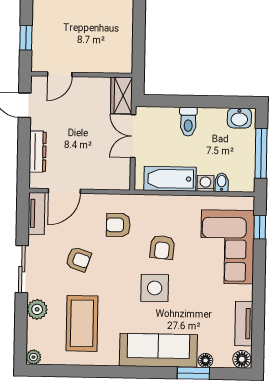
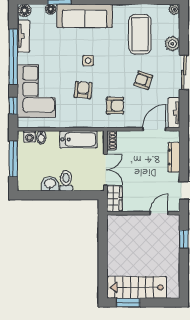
washbasin: (239, 118) -> (50, 184), moved
shoe rack: (124, 177) -> (111, 140), added
washing machine: (205, 183) -> (30, 137), moved
side table: (155, 288) -> (88, 61), width x0.54, depth x0.54
window: (259, 295) -> (13, 57), added

